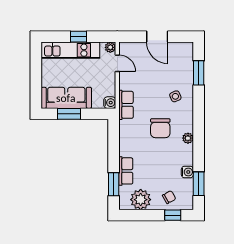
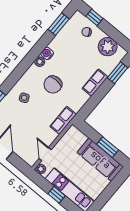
water cooler: (110, 103) -> (73, 131), removed
chair: (160, 128) -> (53, 84), turned 180
row of seats: (126, 171) -> (95, 83), moved
water cooler: (187, 172) -> (47, 53), moved

